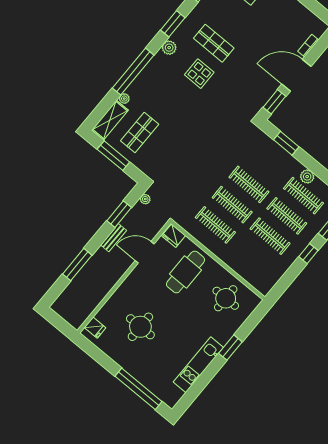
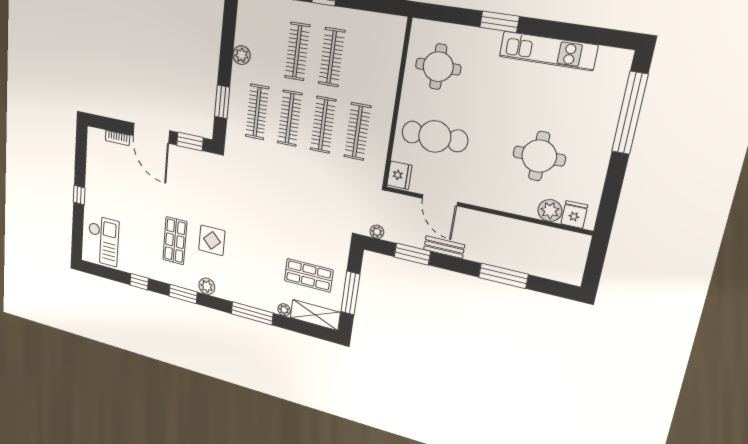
window: (133, 72) -> (252, 313), width x0.68
clothes rail: (304, 196) -> (257, 112), moved
plant: (105, 315) -> (550, 211), added

